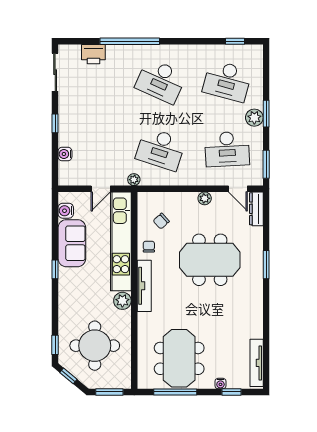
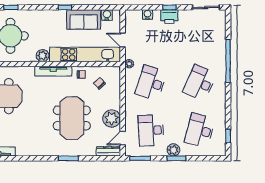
printer: (93, 54) -> (169, 17), moved, turned -90
plant: (205, 198) -> (112, 118), width x1.87, depth x1.87

